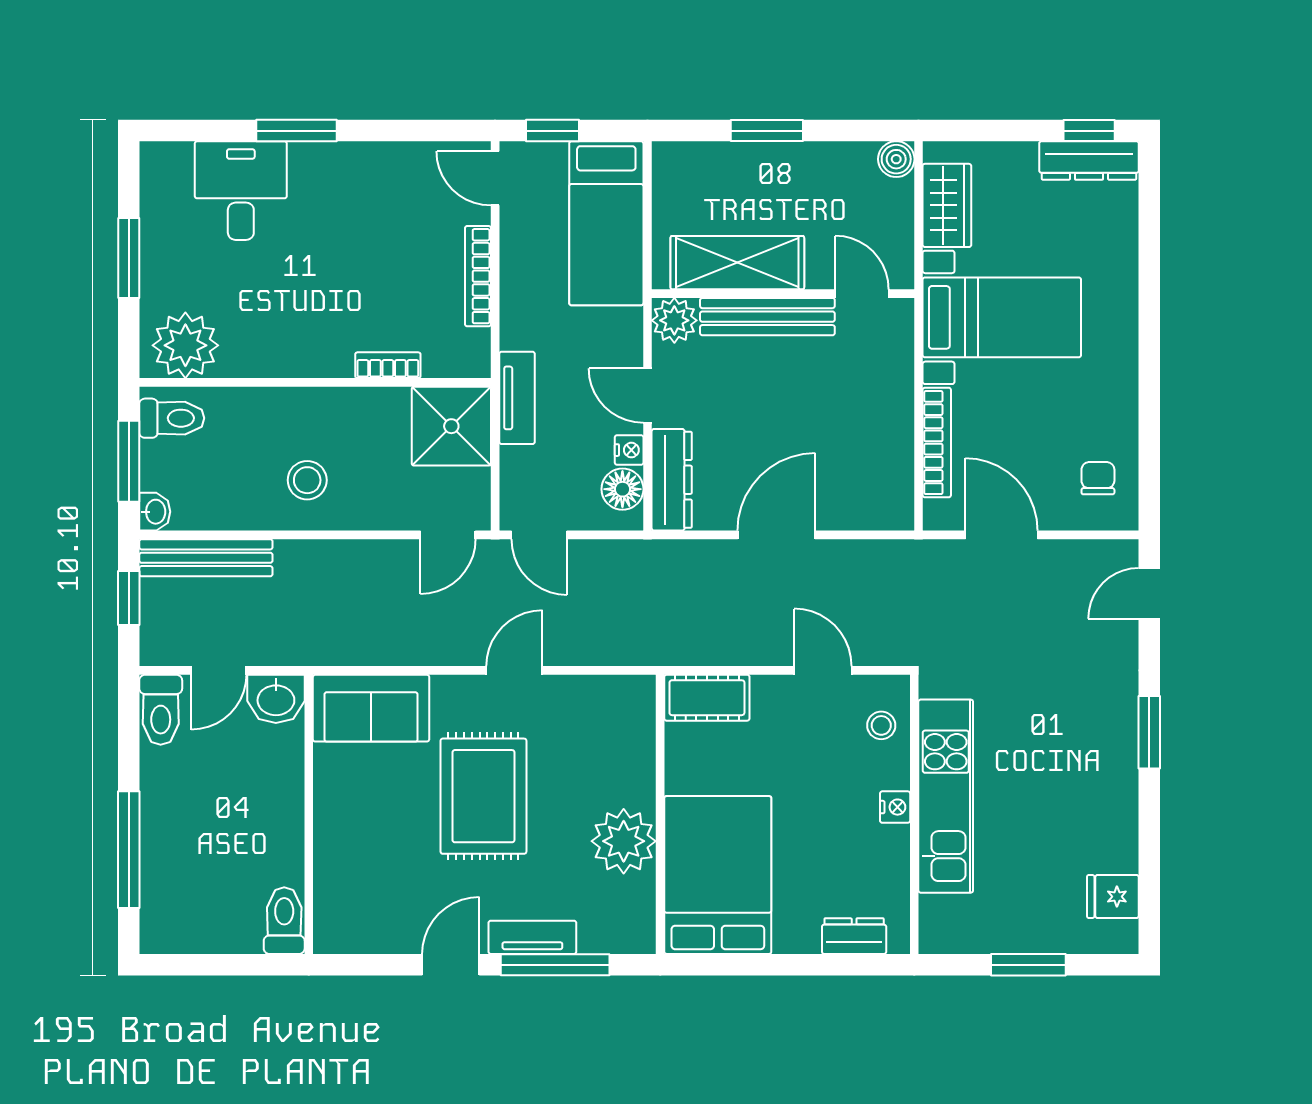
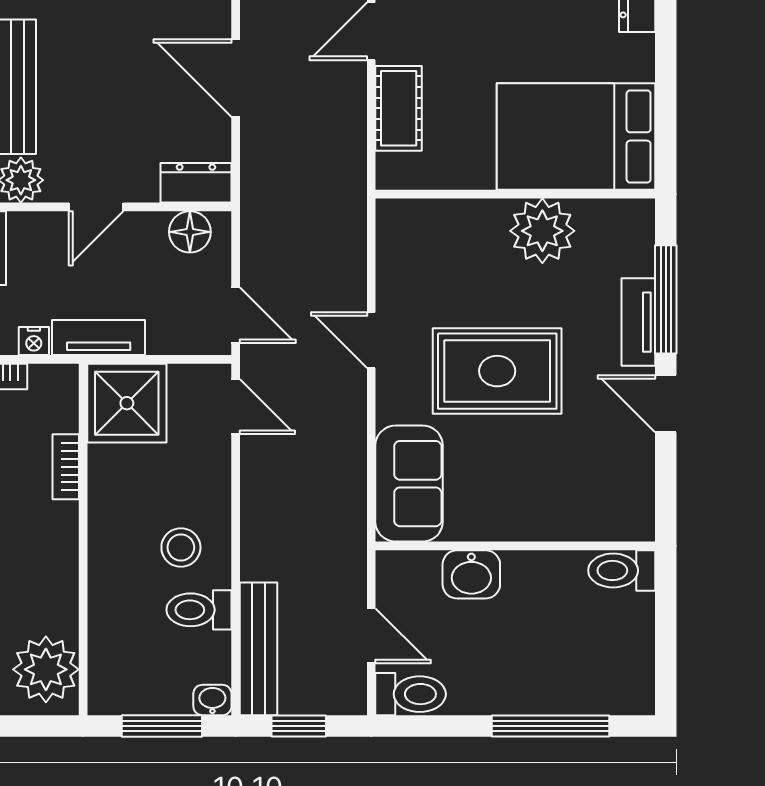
toilet: (172, 418) -> (199, 610), moved, turned -90
nightstand: (629, 450) -> (34, 341), moved, turned 180
dresser: (672, 480) -> (196, 183), width x0.70
door: (539, 535) -> (236, 315), hinge flipped
cot: (707, 698) -> (399, 108), moved
washbasin: (276, 699) -> (471, 574), moved, turned 90

